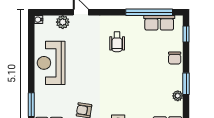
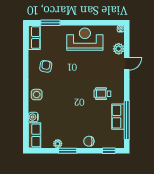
row of seats: (159, 23) -> (118, 117), moved

